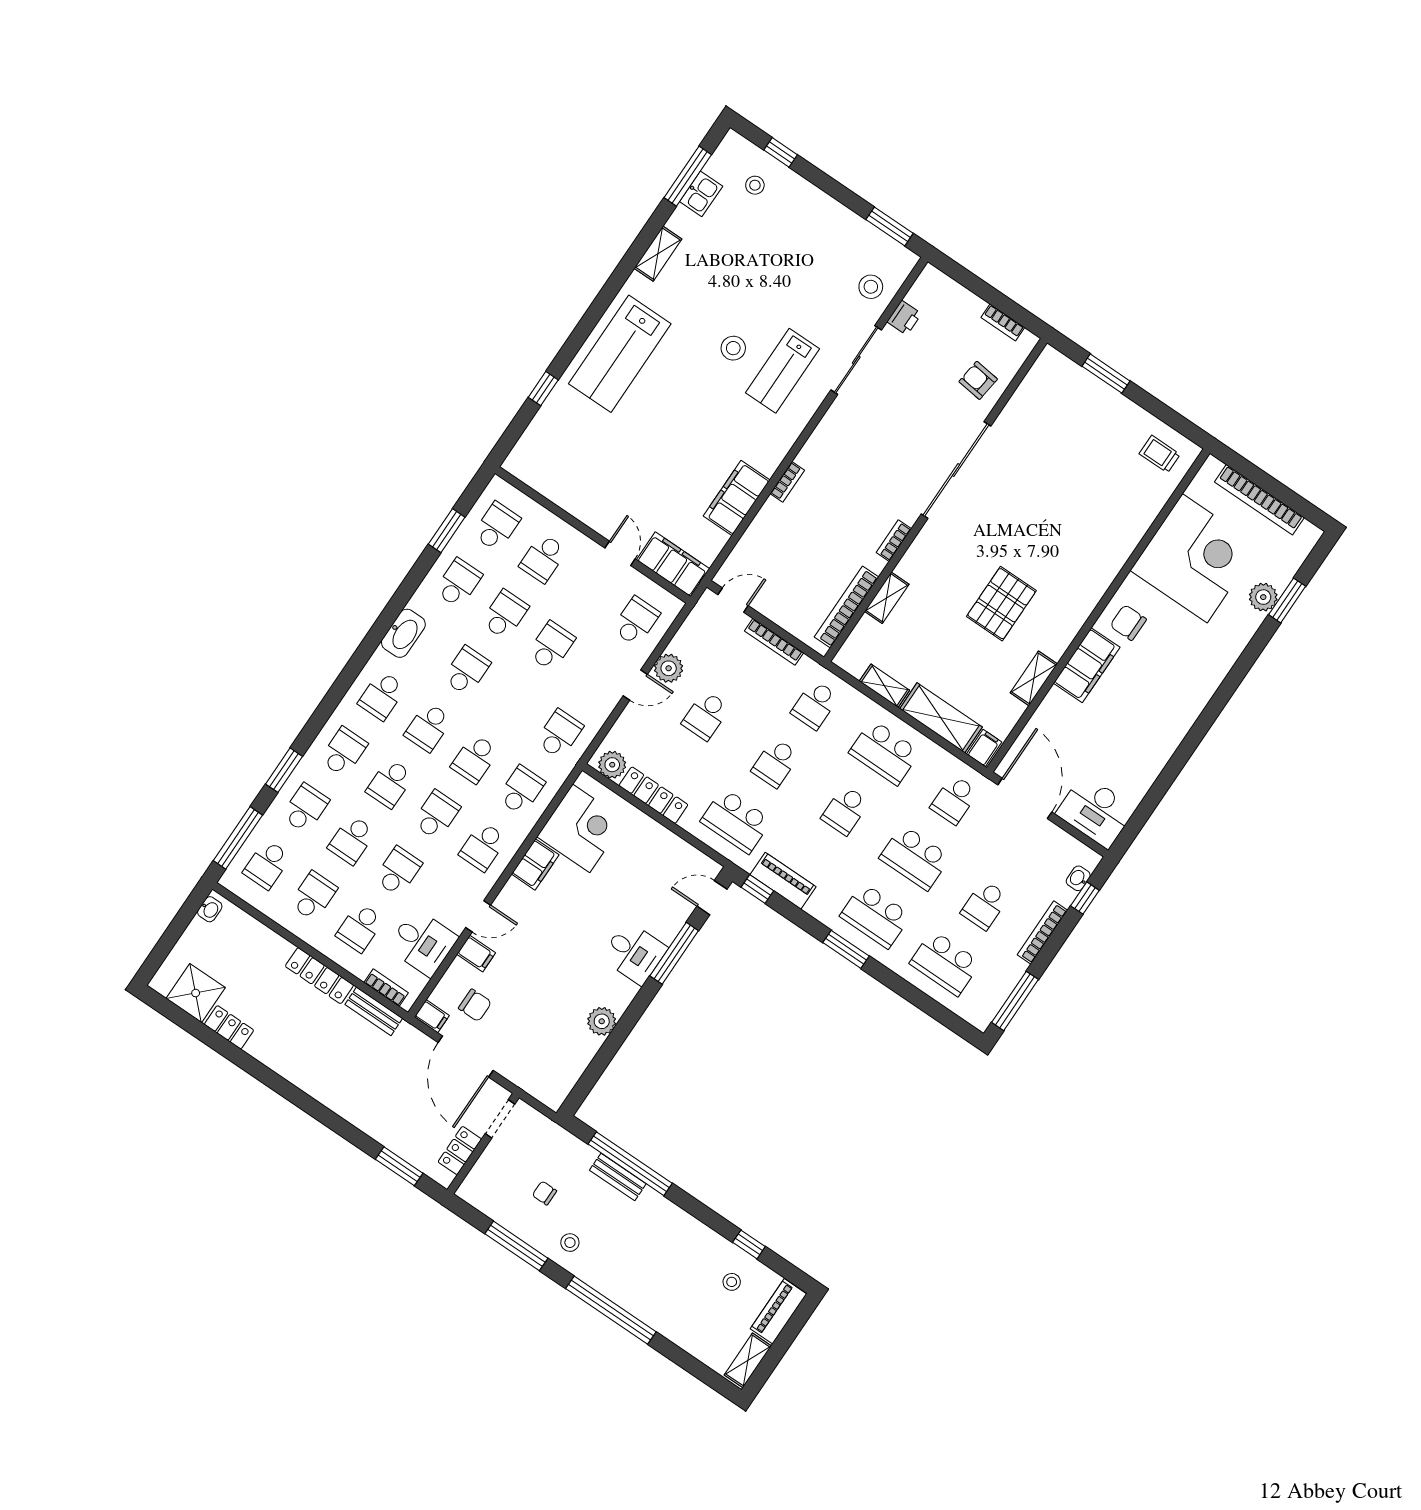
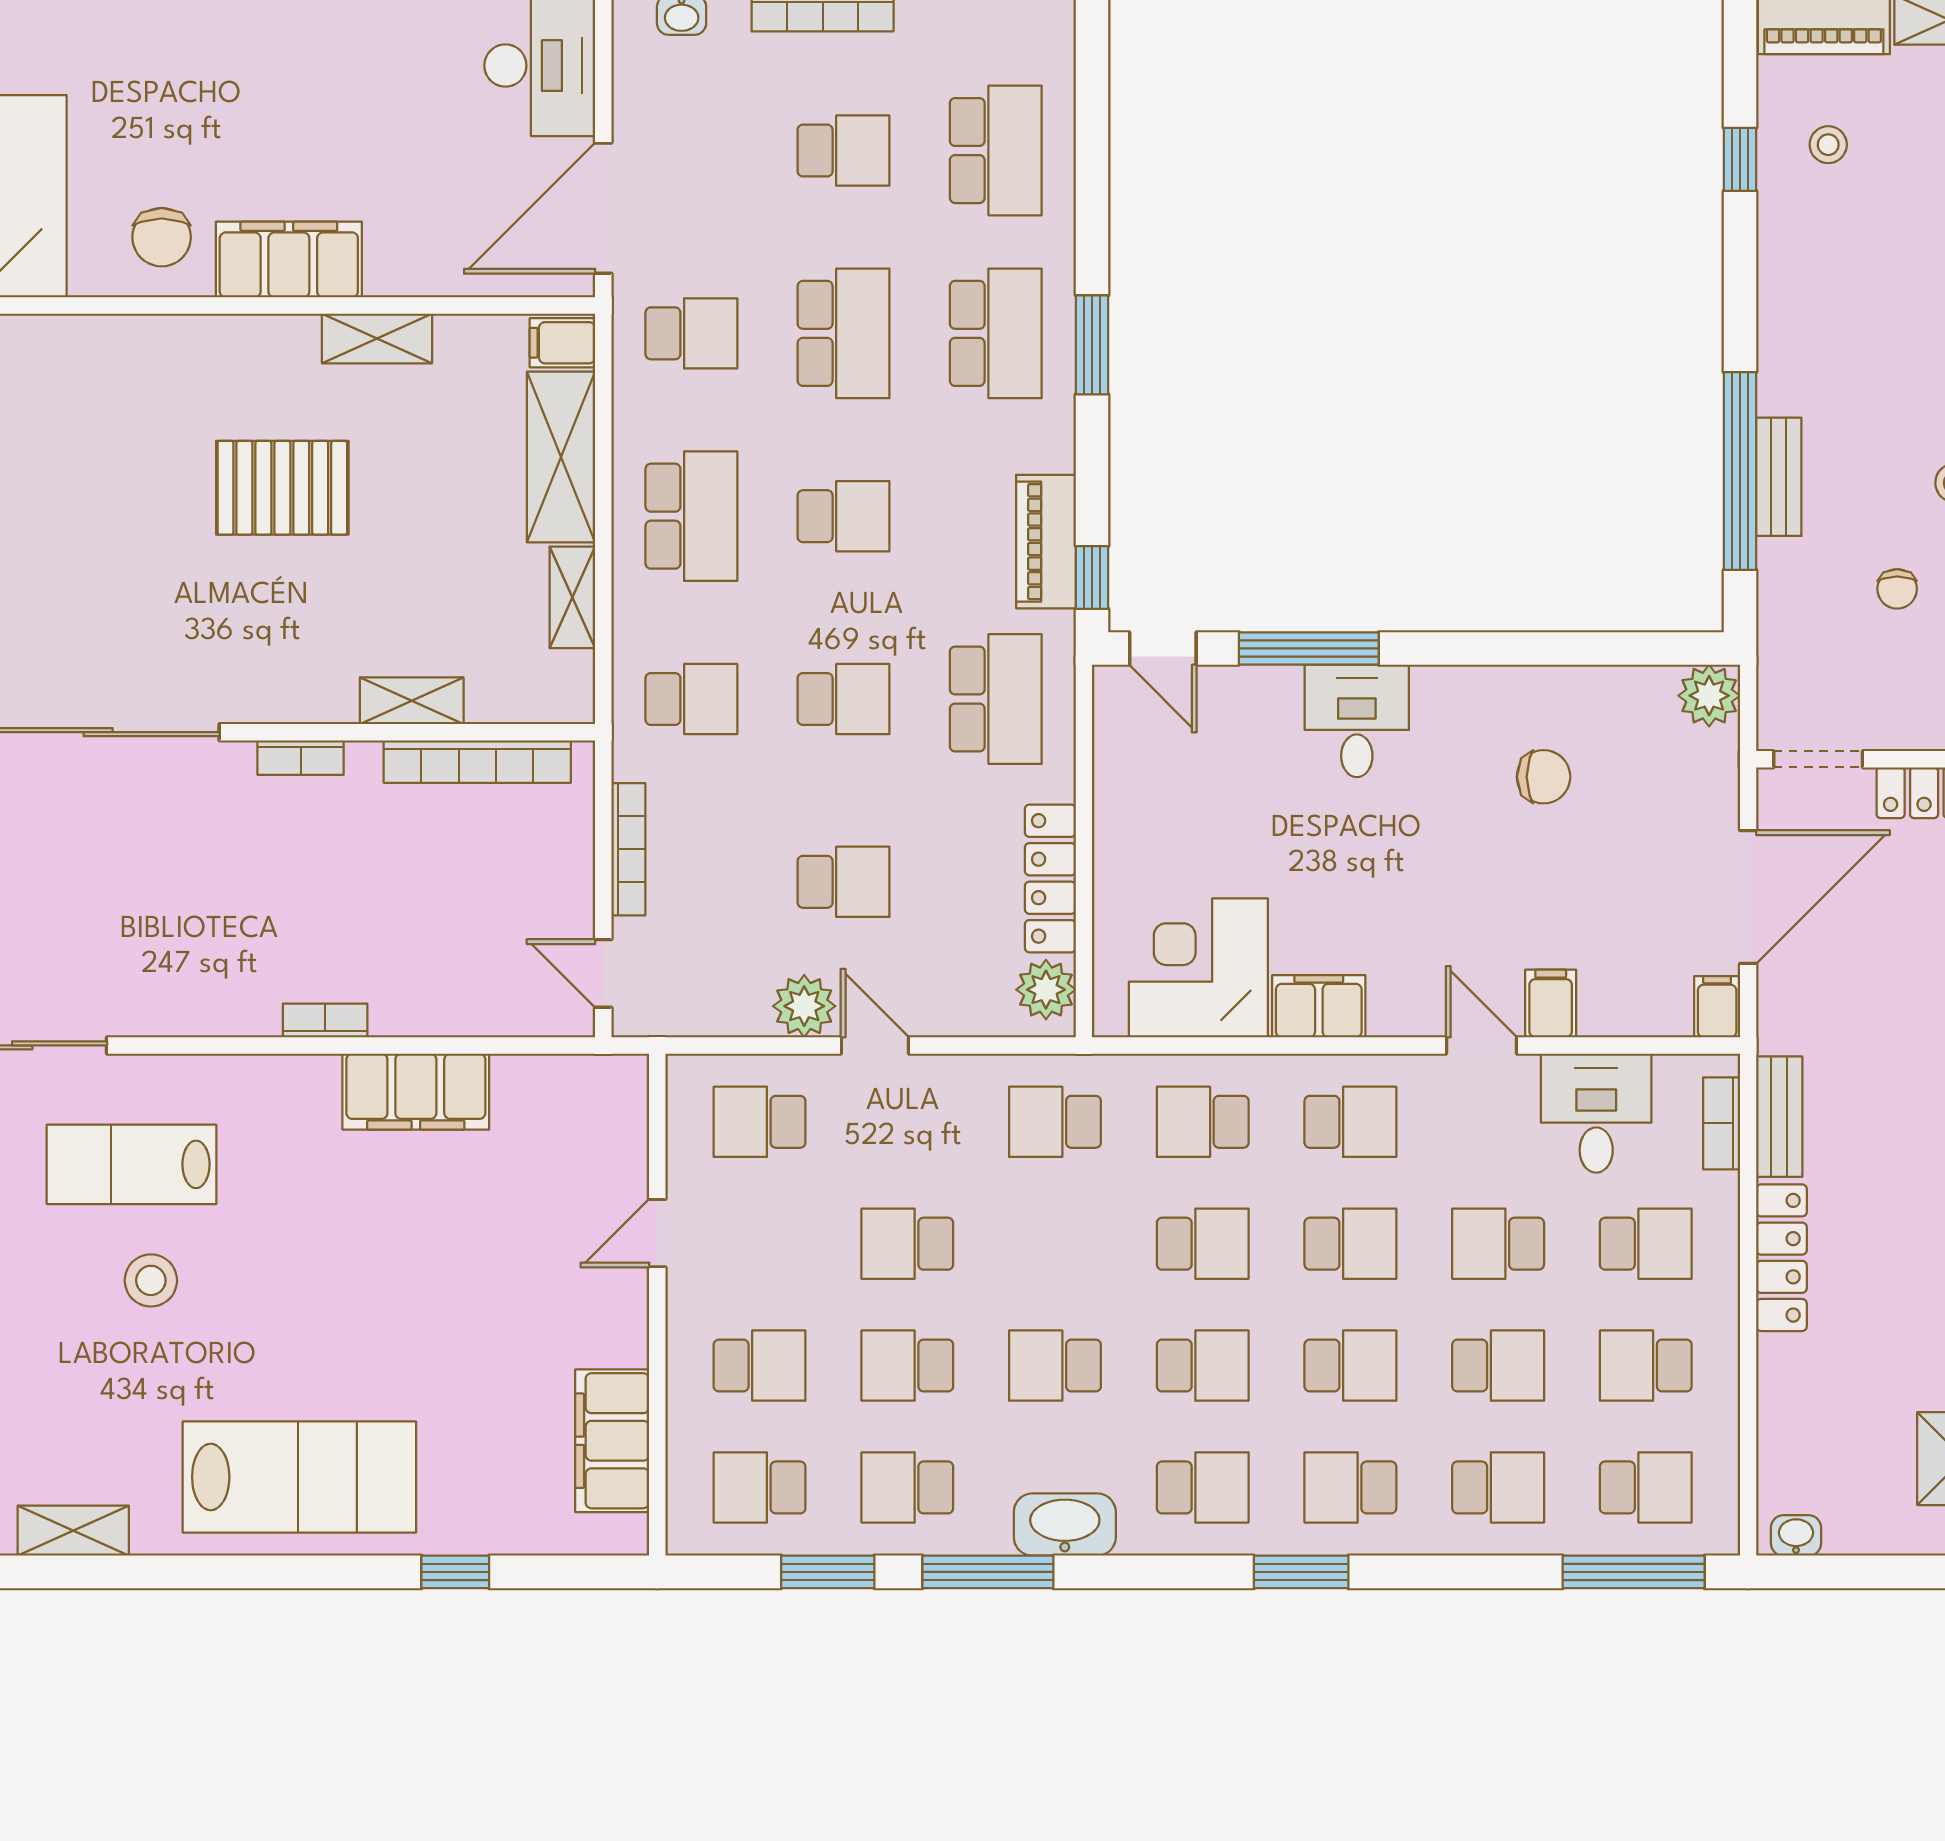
lab bench: (783, 371) -> (131, 1164), turned 180
filing cabinet: (673, 564) -> (612, 1441), moved
window: (405, 592) -> (988, 1572), added
window: (284, 770) -> (1301, 1572), moved
school desk: (305, 808) -> (1498, 1487), turned 180
school desk: (436, 815) -> (1350, 1244), turned 180
chair: (475, 1005) -> (1544, 777), moved, turned 90
plant: (602, 1021) -> (1709, 696), moved

